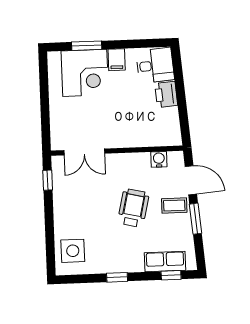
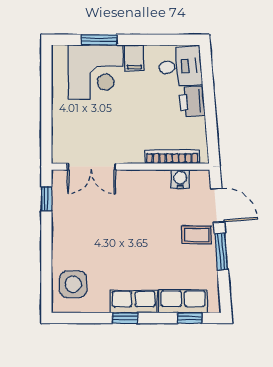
bookcase: (151, 141) -> (172, 157), added
wheelchair: (133, 208) -> (147, 236), removed
row of seats: (124, 263) -> (133, 302), added

